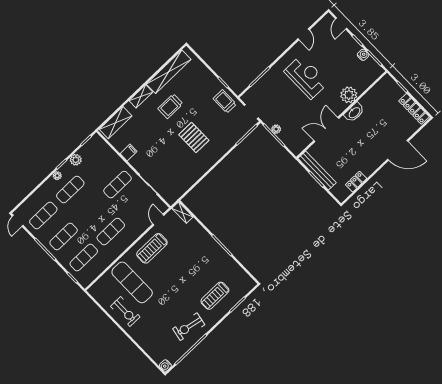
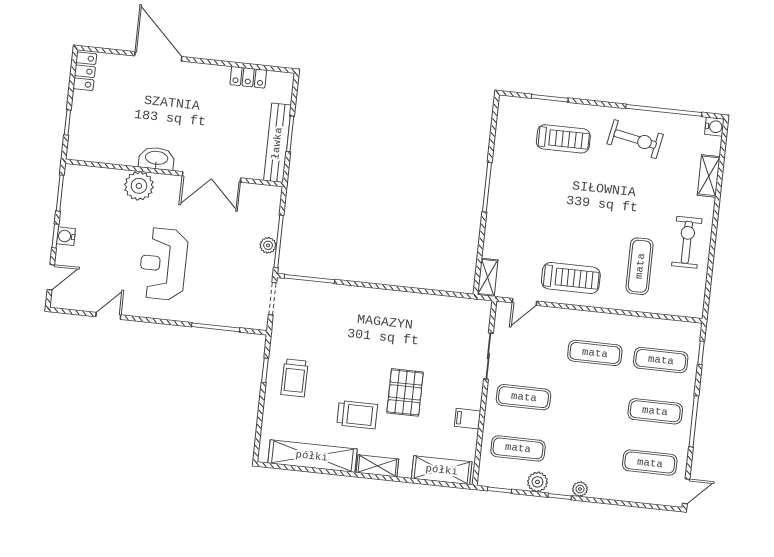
water cooler: (363, 55) -> (66, 236), moved
trolley: (225, 101) -> (295, 378), moved
locker: (414, 109) -> (85, 71), width x0.66
pallet: (194, 137) -> (405, 392), moved
exercise mat: (70, 190) -> (518, 448), moved
exercise mat: (132, 282) -> (640, 266), width x0.73, depth x0.69
shelving: (146, 345) -> (709, 176), added

